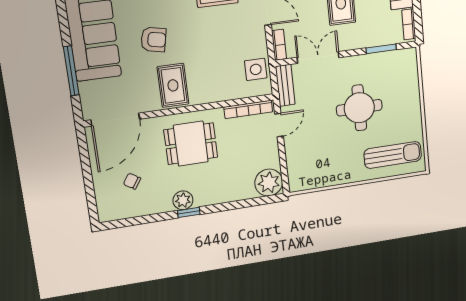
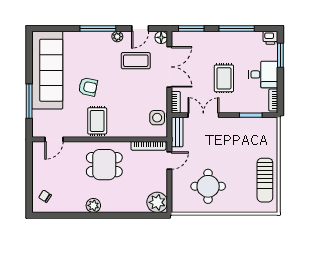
round table: (359, 108) -> (208, 186), moved
door: (115, 120) -> (54, 139), width x0.53
sun lounger: (393, 155) -> (265, 180), moved, turned 90
chair: (132, 181) -> (45, 196), moved
window: (189, 212) -> (96, 215), removed

